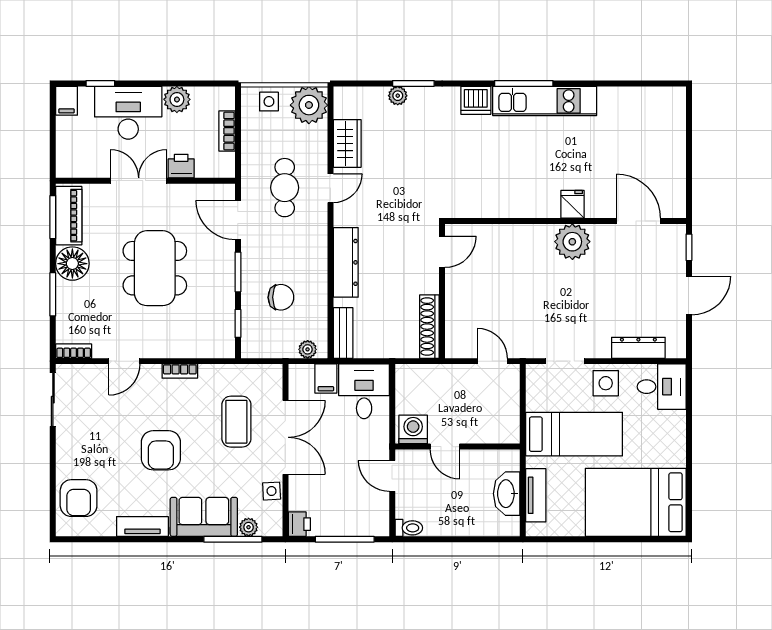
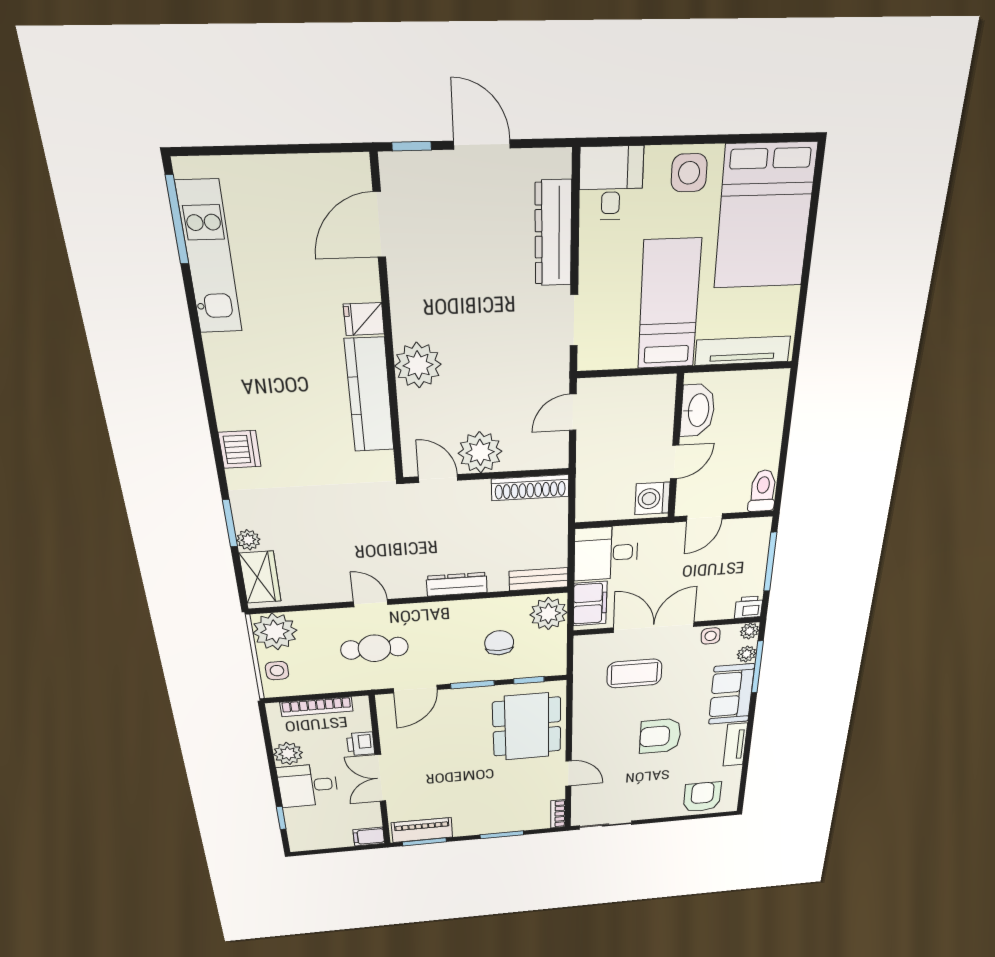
window: (524, 83) -> (177, 220), moved
filing cabinet: (67, 101) -> (369, 837), moved, turned 180
kitchen unit: (545, 101) -> (209, 258), moved
desk: (128, 113) -> (308, 785), width x0.73
bookcase: (227, 131) -> (317, 707), width x1.56
wardrobe: (347, 143) -> (260, 577), moved, turned 90
kitchen counter: (514, 203) -> (369, 395), added
plant: (572, 242) -> (418, 365), moved
dresser: (346, 262) -> (457, 584), width x0.73, depth x0.80
floor lamp: (72, 264) -> (470, 823), removed
dining table: (155, 268) -> (527, 727), moved, turned 90
plant: (463, 286) -> (480, 452), added
dresser: (638, 348) -> (553, 234), width x1.37, depth x1.24
plant: (308, 349) -> (548, 614), width x1.88, depth x1.88
bookcase: (180, 371) -> (579, 727), removed
filing cabinet: (326, 379) -> (590, 604), width x2.00
side table: (606, 383) -> (689, 173), moved
armchair: (161, 450) -> (660, 736), turned 180
washbasin: (507, 494) -> (698, 410), moved, turned -90
tv unit: (536, 495) -> (743, 351), width x1.41
armchair: (79, 498) -> (702, 797), turned -90
plant: (274, 527) -> (749, 631), added
toilet: (409, 528) -> (763, 491), width x1.37, depth x1.39

